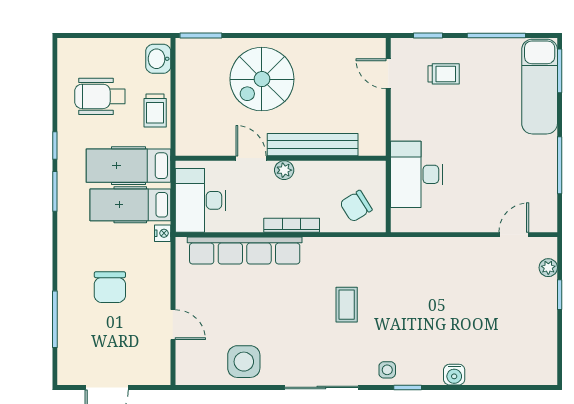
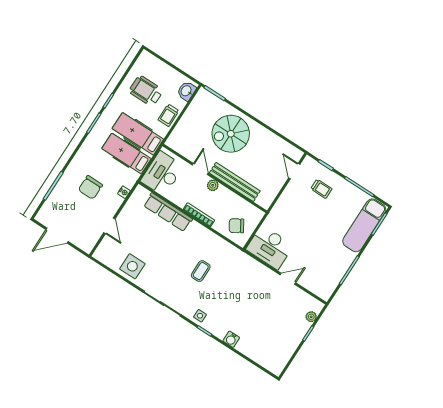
desk: (417, 174) -> (270, 247), moved, turned -90
nightstand: (163, 233) -> (124, 192), moved
door: (514, 235) -> (288, 279), moved
row of seats: (245, 251) -> (168, 212), width x0.73

